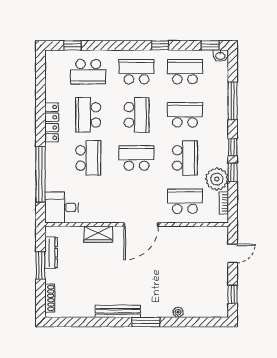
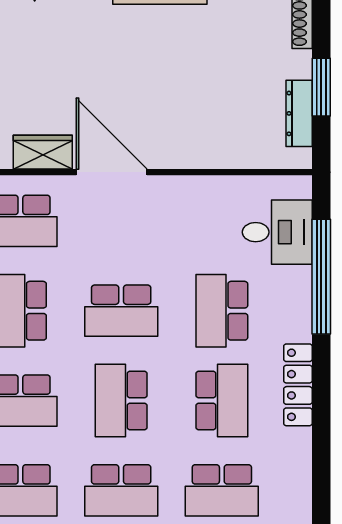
school desk: (88, 72) -> (222, 490), turned 180
desk: (62, 207) -> (277, 232), moved
door: (141, 224) -> (112, 172), hinge flipped
wardrobe: (98, 234) -> (43, 152), moved

